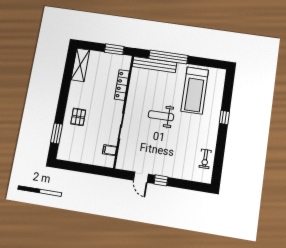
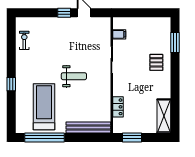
window: (168, 57) -> (45, 137), moved
locker: (122, 85) -> (118, 107), width x0.66

